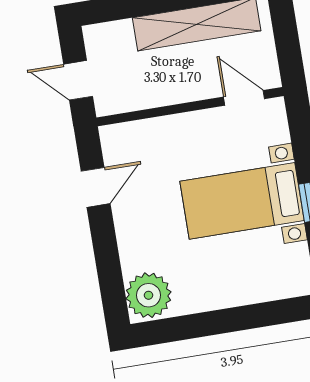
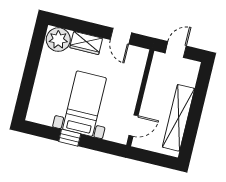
wardrobe: (134, 243) -> (86, 43), added

